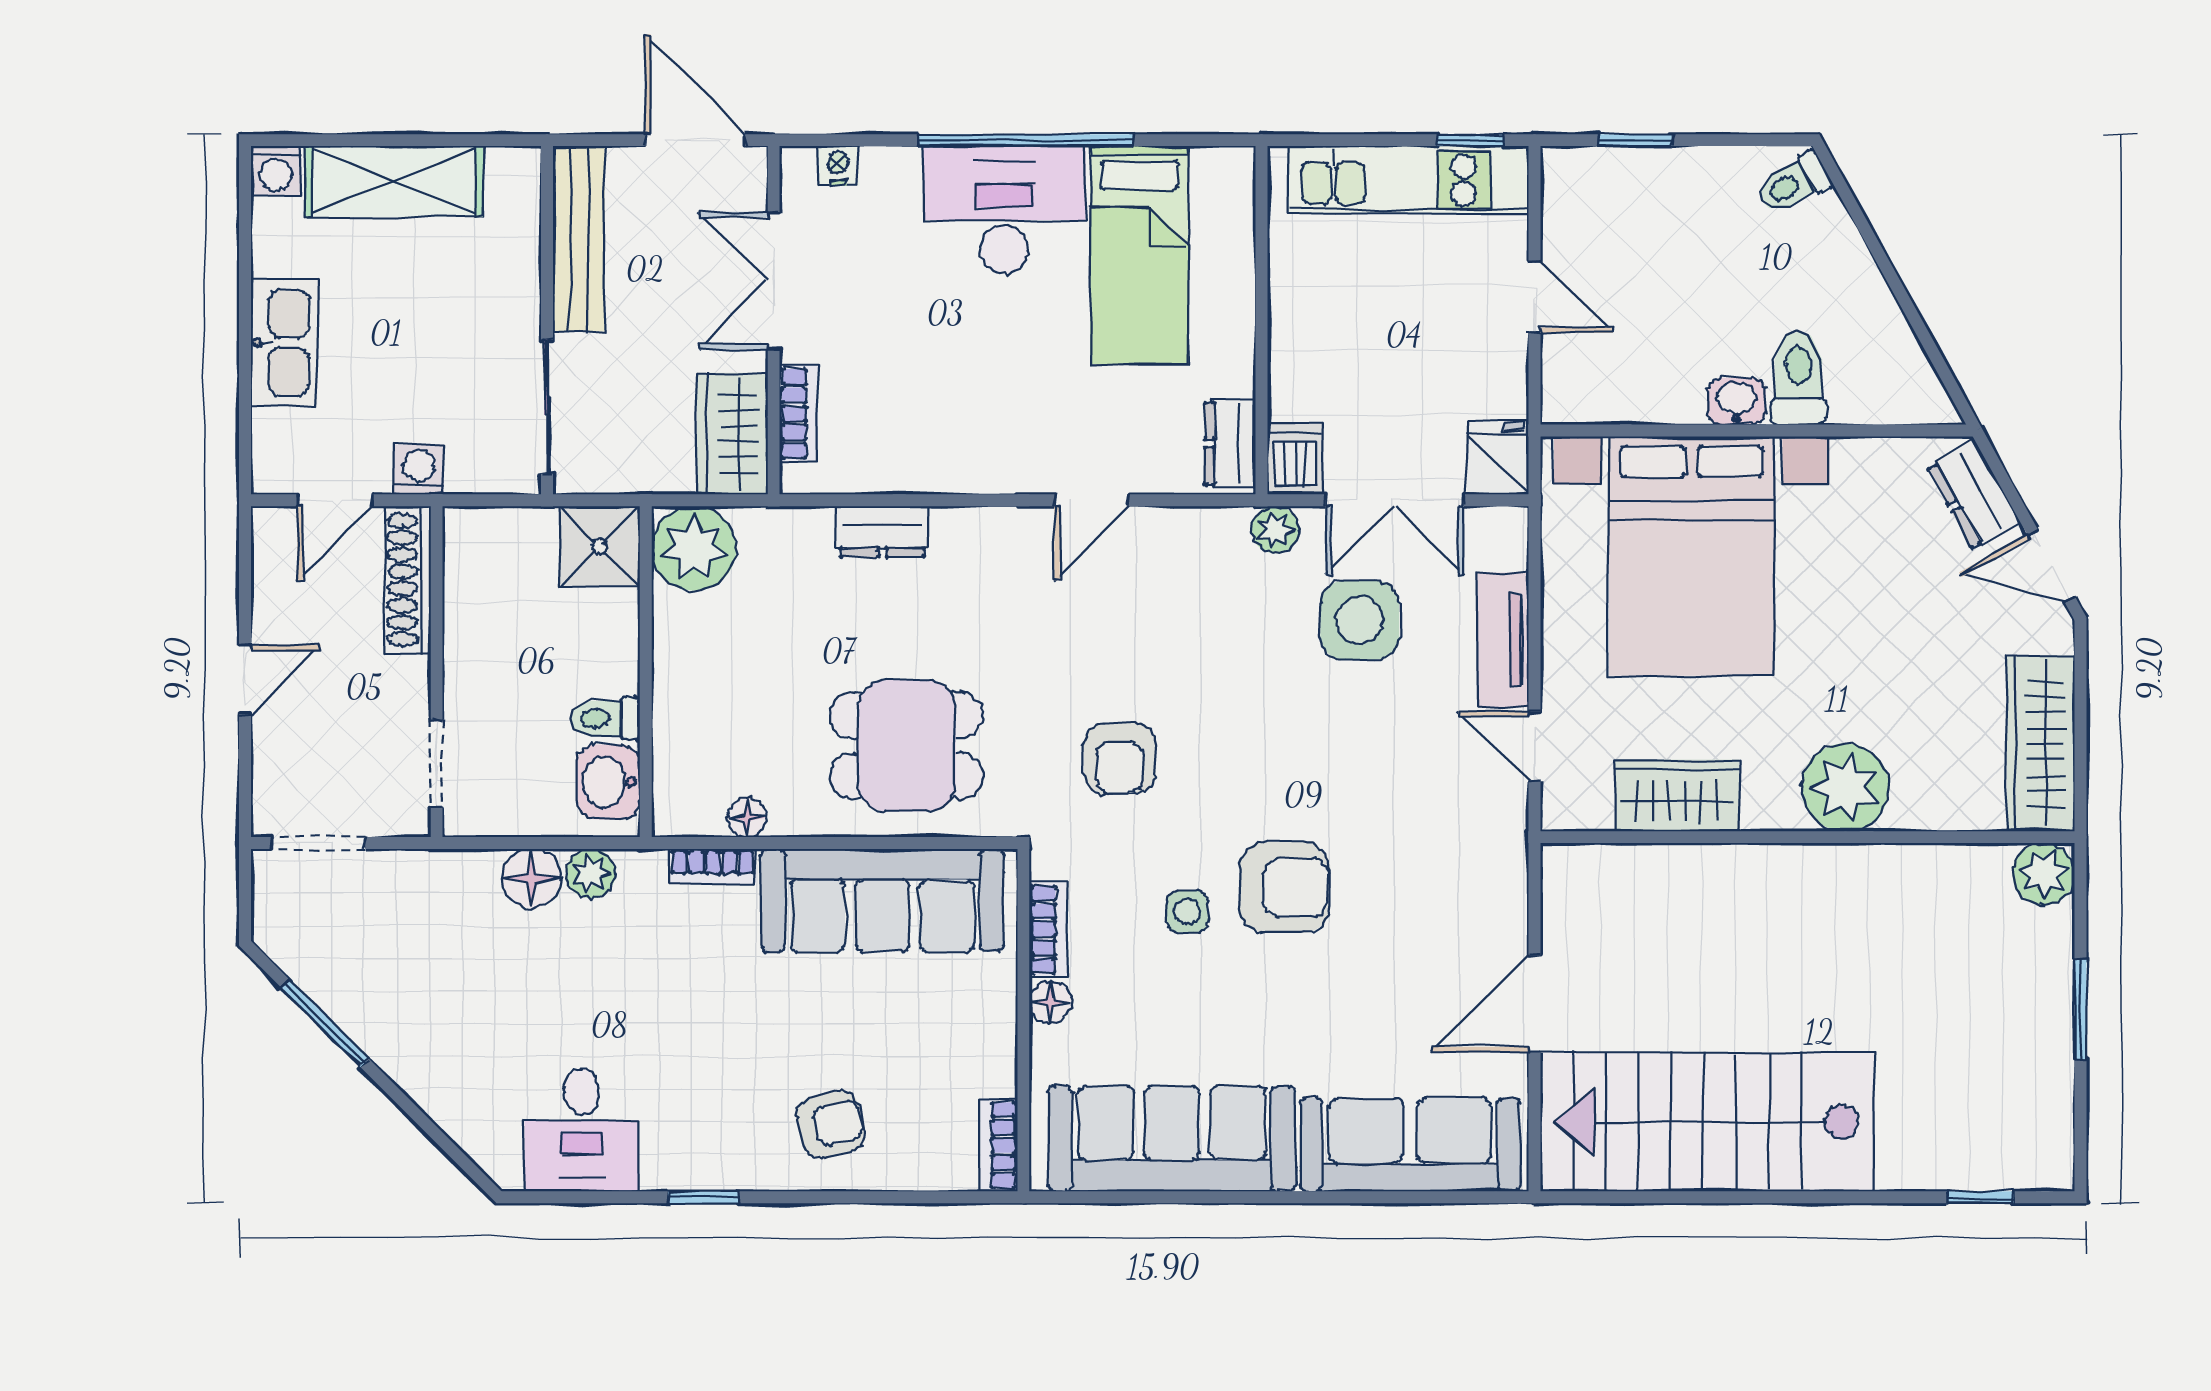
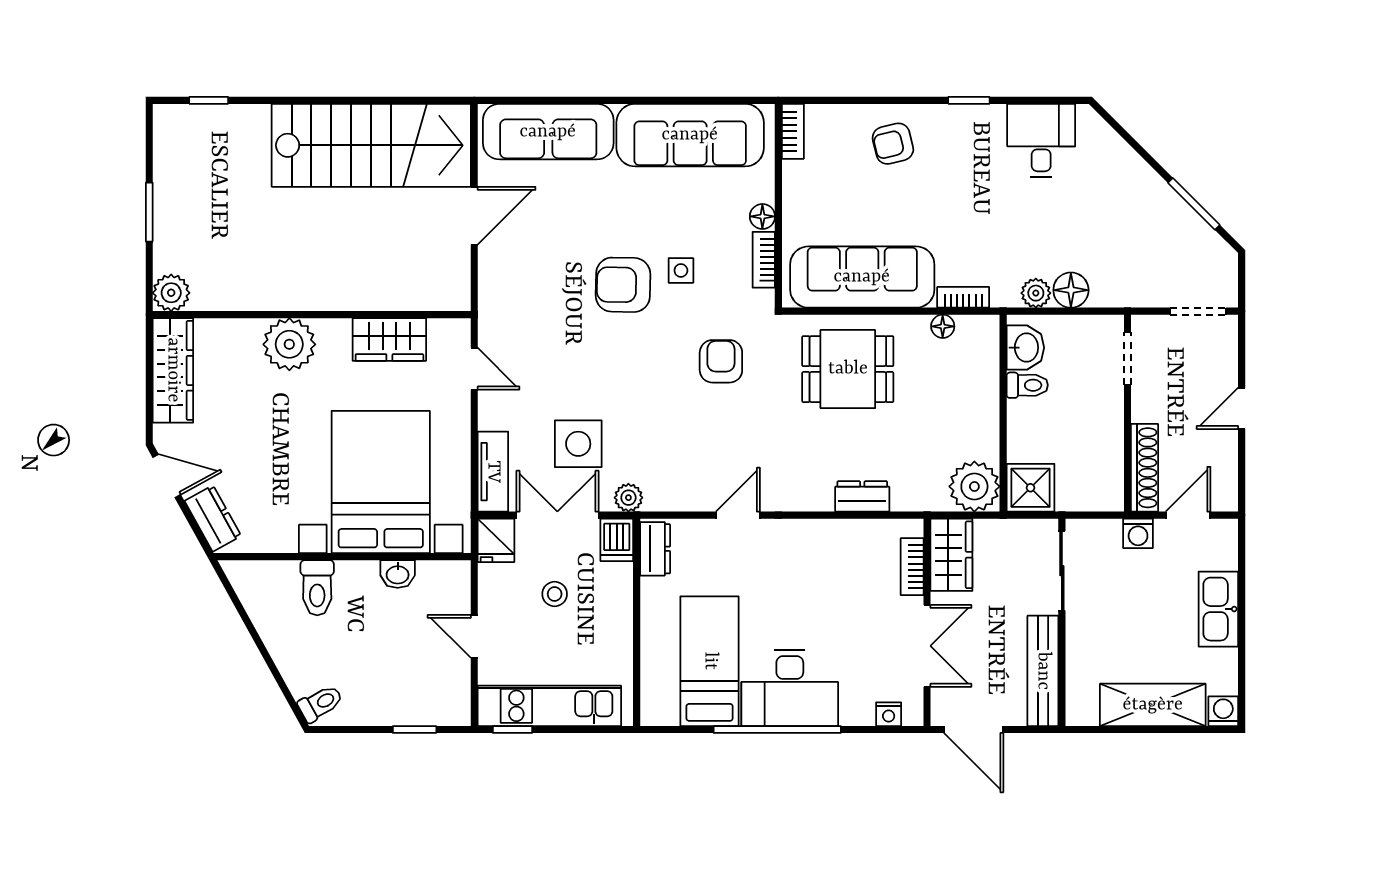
stool: (1399, 368) -> (555, 594), added
washbasin: (1737, 401) -> (398, 574), moved
tv unit: (1503, 640) -> (493, 472), moved

